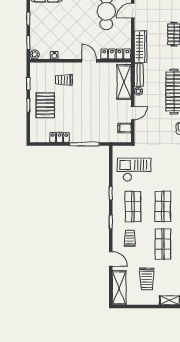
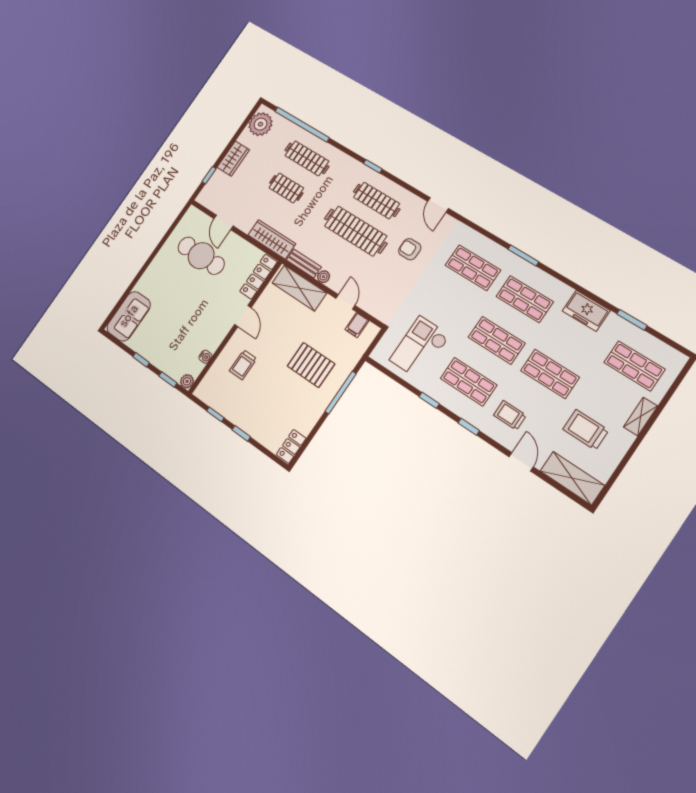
door: (89, 61) -> (243, 316), swing flipped
pallet: (45, 105) -> (311, 365), moved
locker: (60, 137) -> (291, 446), moved
door: (111, 259) -> (521, 462), hinge flipped
trolley: (147, 279) -> (586, 430), turned 180

